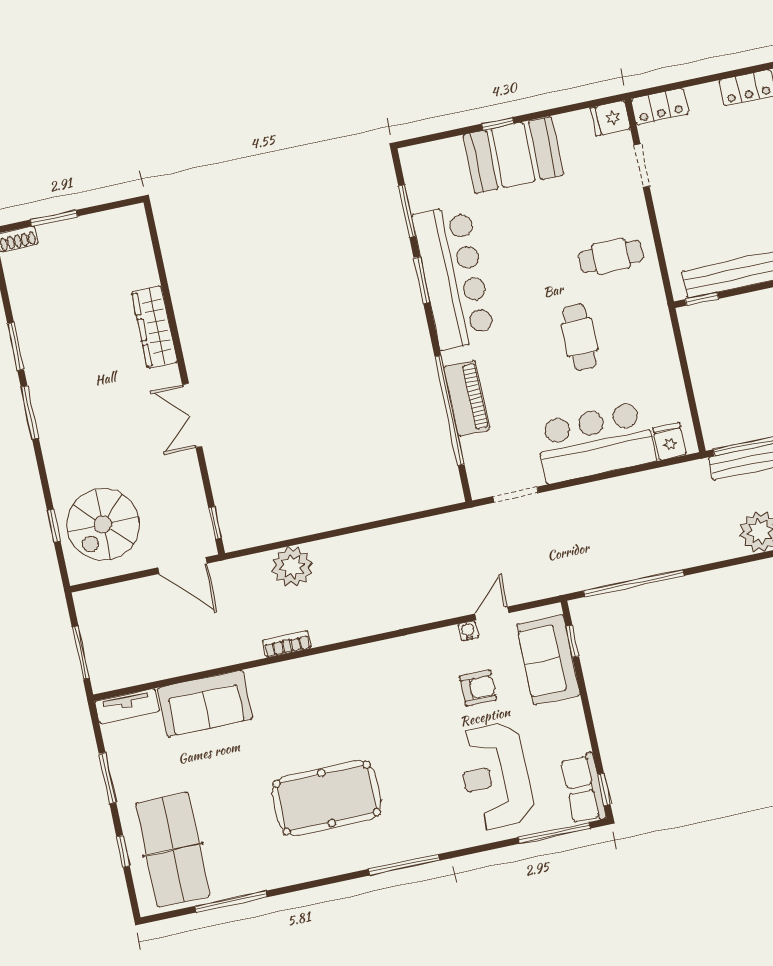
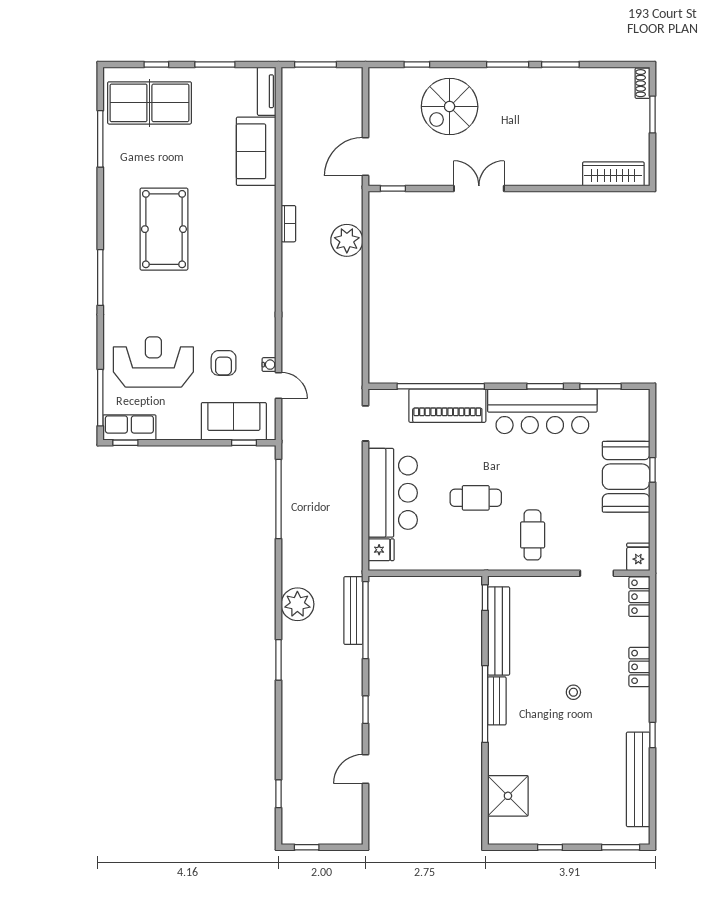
wardrobe: (154, 327) -> (613, 174), moved
piano: (467, 398) -> (447, 406), width x1.37, depth x1.33
spiral stairs: (103, 524) -> (450, 107), moved, turned -90

